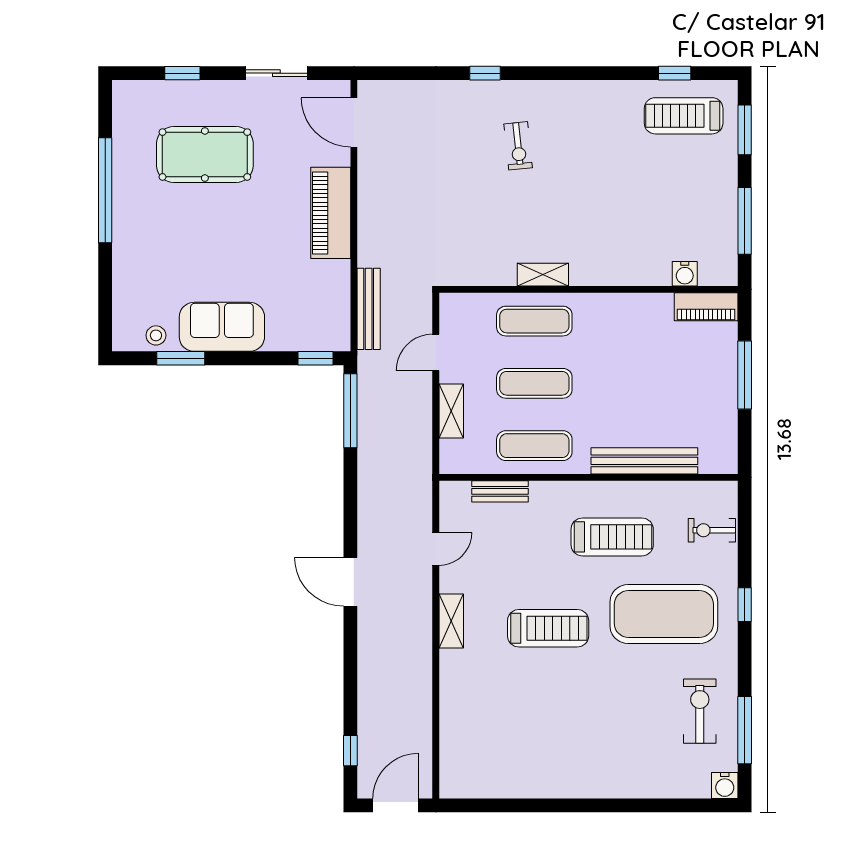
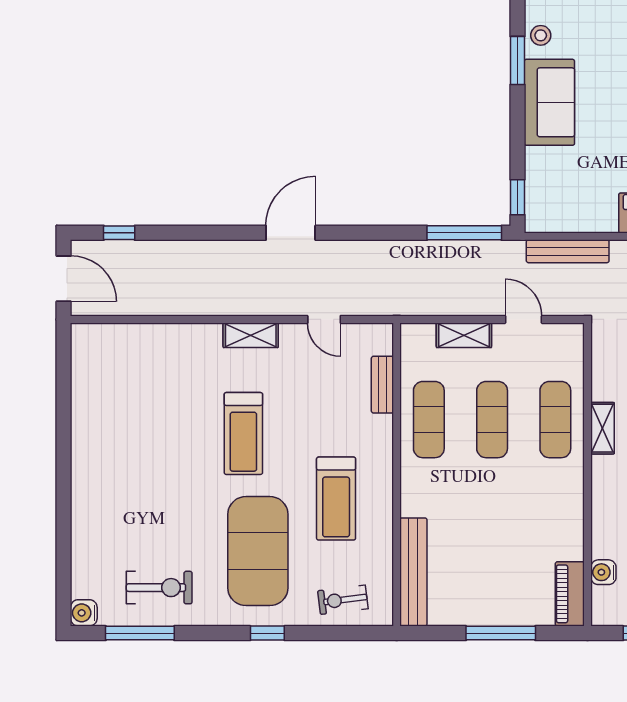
bench: (644, 461) -> (413, 572), moved
exercise bike: (712, 530) -> (343, 600), turned -97

